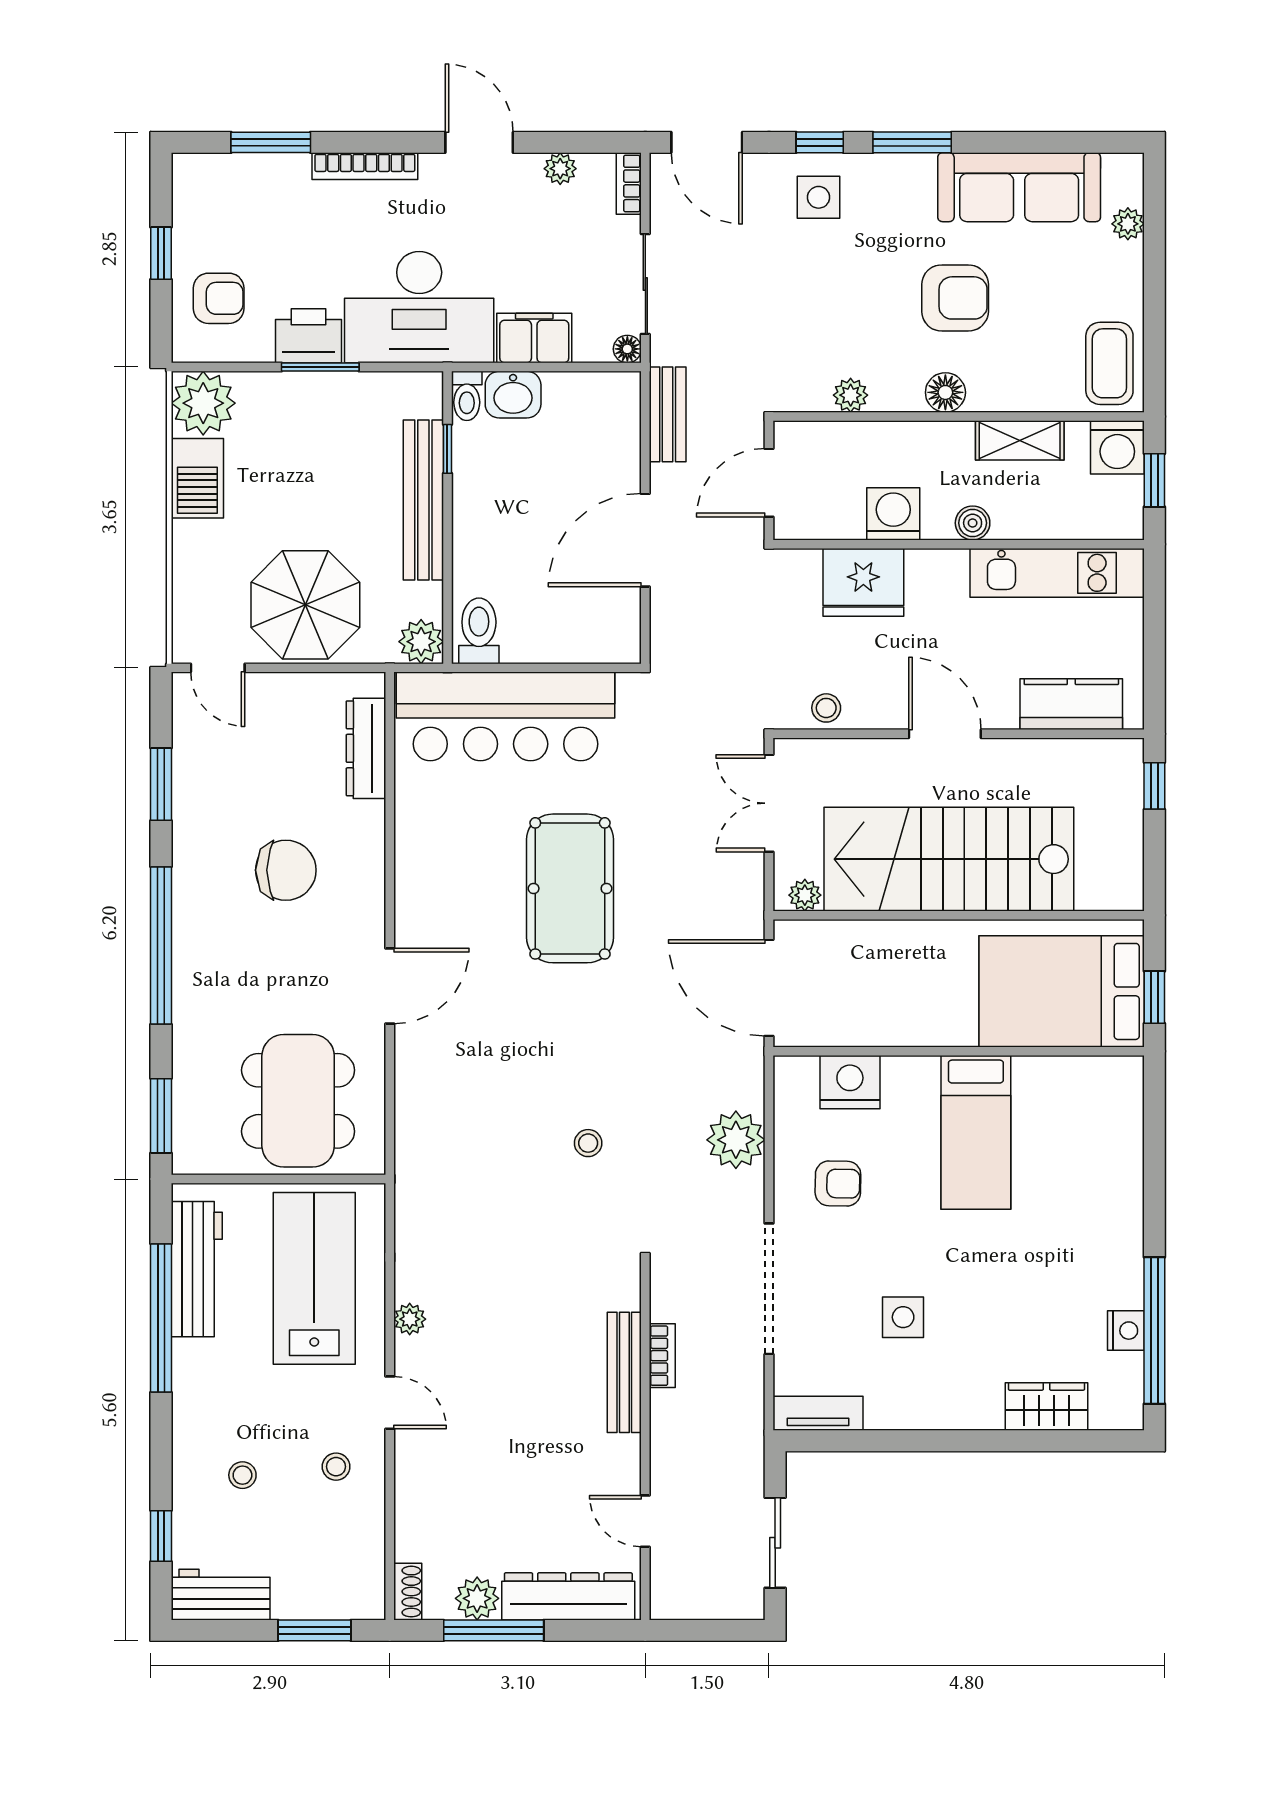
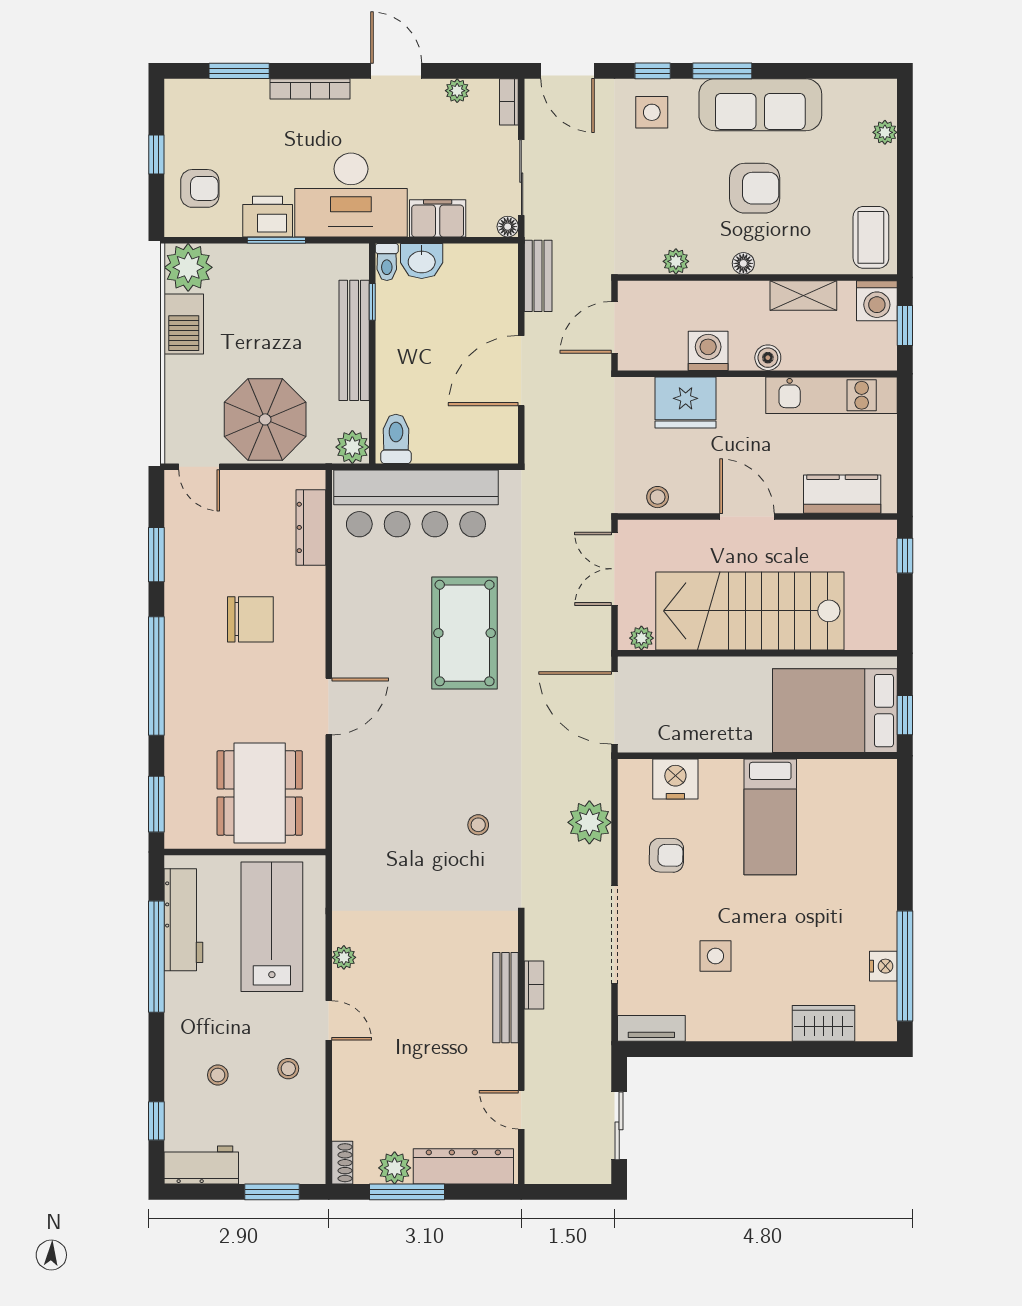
sofa: (1019, 187) -> (760, 105), moved
floor lamp: (945, 392) -> (743, 263), width x0.73, depth x0.73

